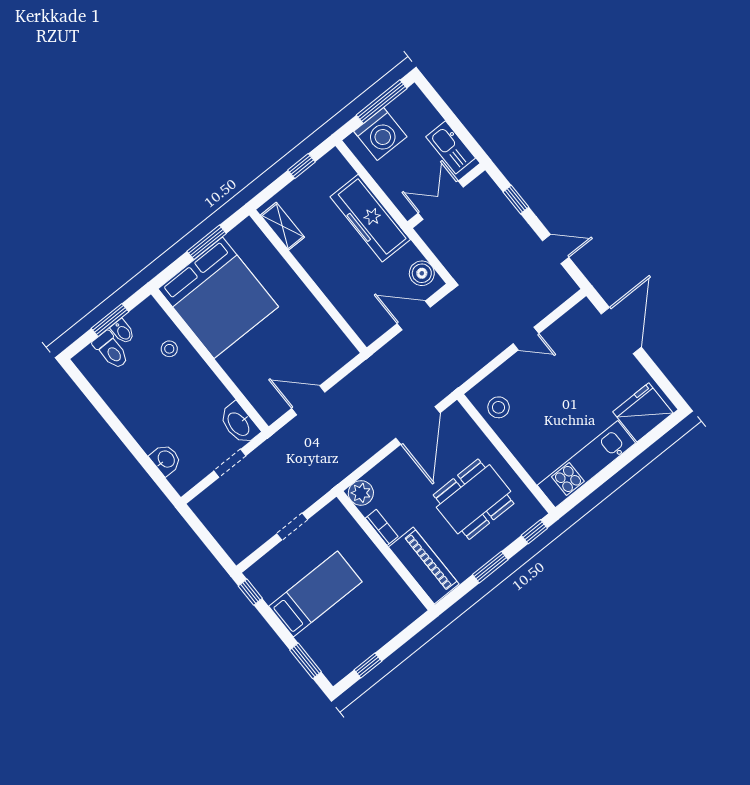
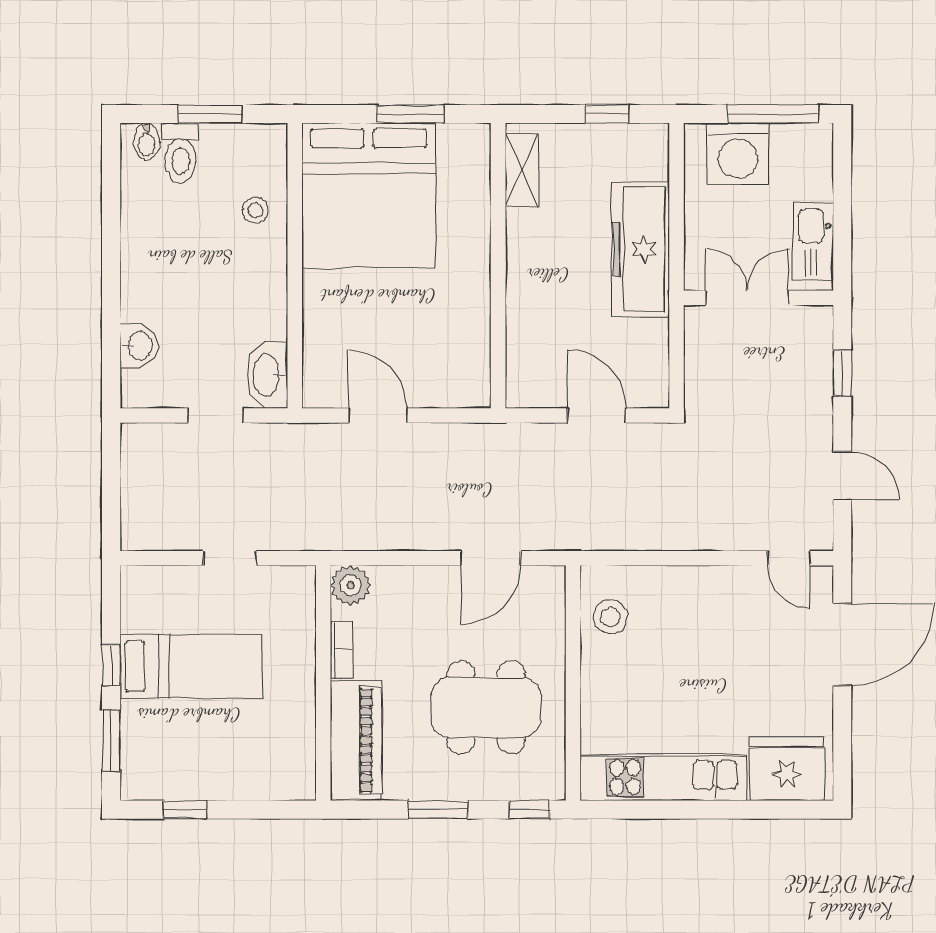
boiler: (422, 273) -> (649, 371), removed
bidet: (123, 332) -> (147, 142), moved
door: (526, 339) -> (789, 558), moved
door: (418, 426) -> (490, 558), width x0.73
window: (250, 592) -> (111, 665), moved

